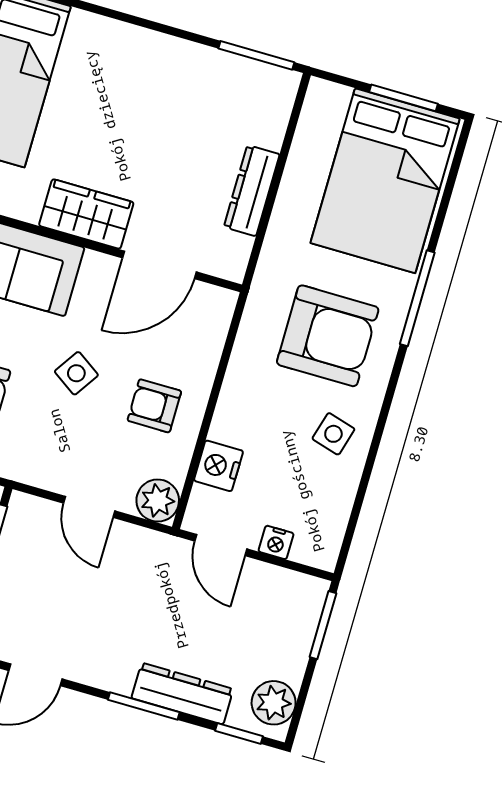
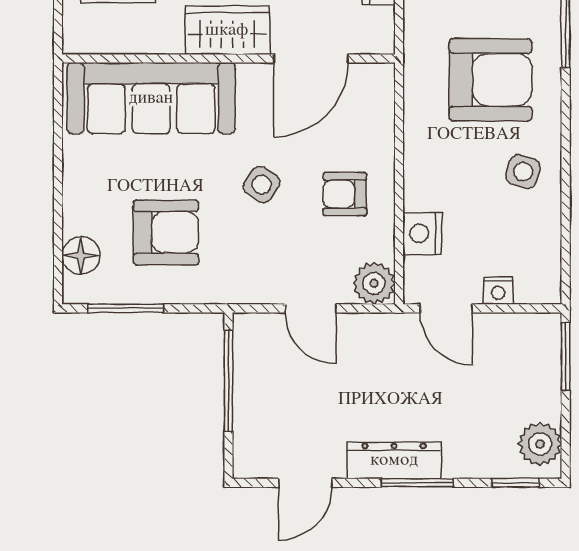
dresser: (182, 694) -> (394, 460), moved

